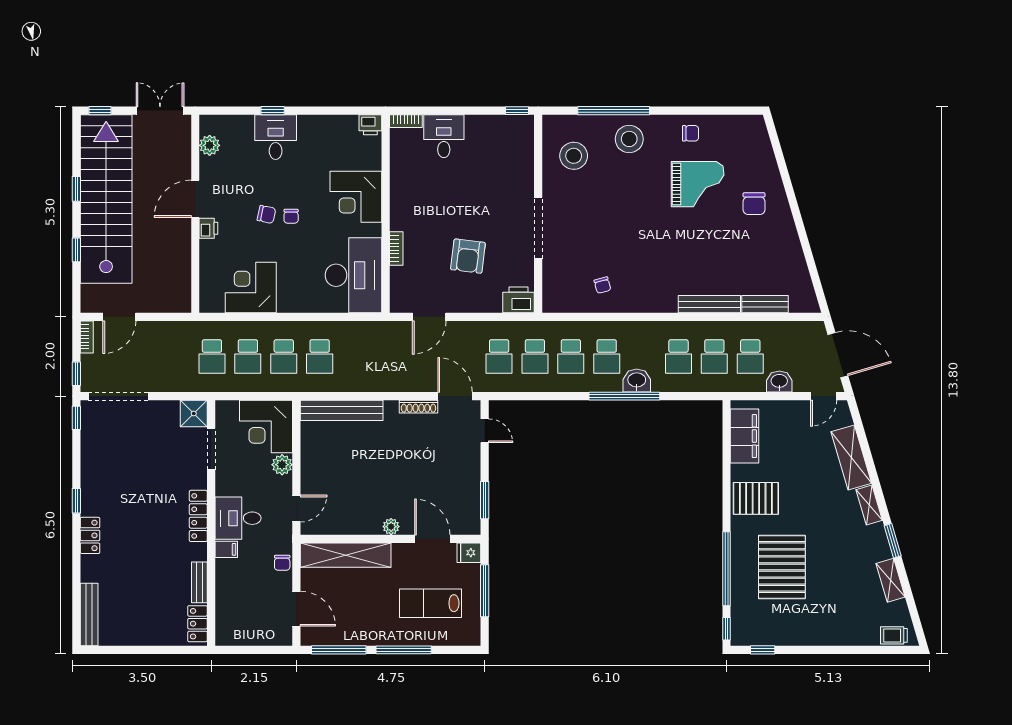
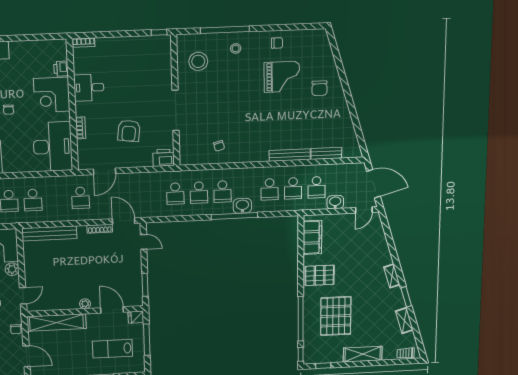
printer: (370, 125) -> (61, 69), moved, turned 90
desk: (444, 136) -> (89, 88), moved, turned -90
stool: (629, 139) -> (236, 48), width x0.53, depth x0.53
school desk: (499, 356) -> (81, 198), moved
shelving: (851, 458) -> (363, 354), moved, turned -74

